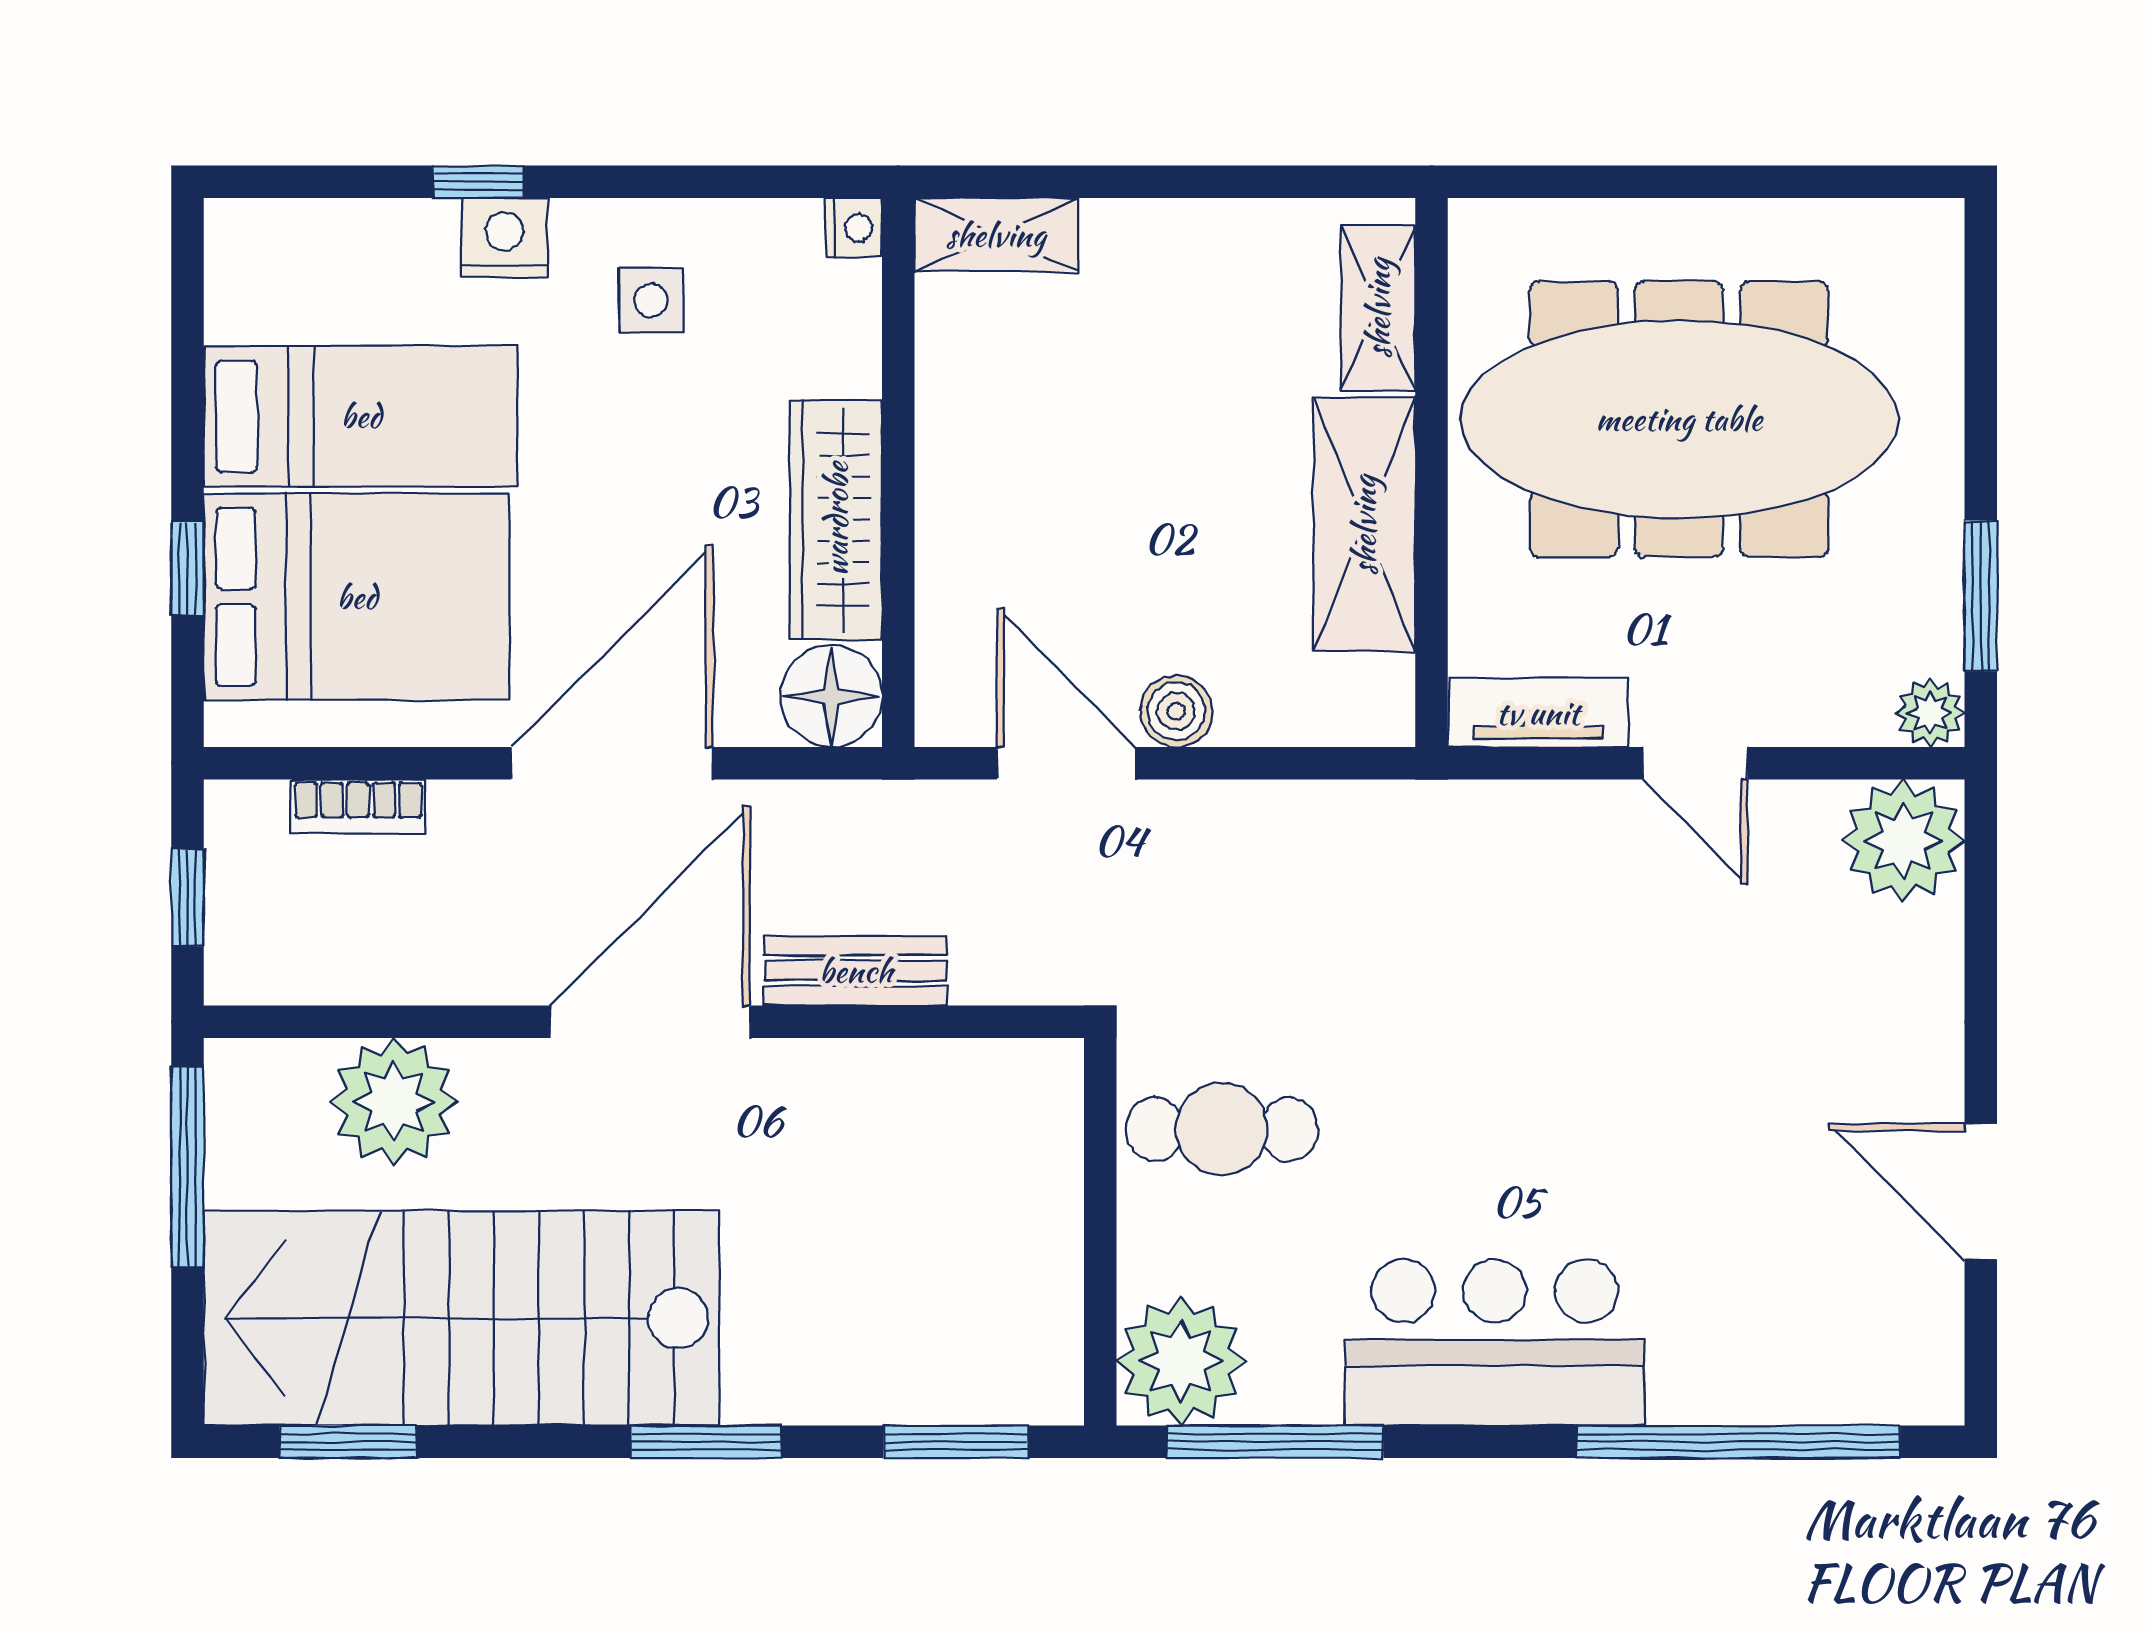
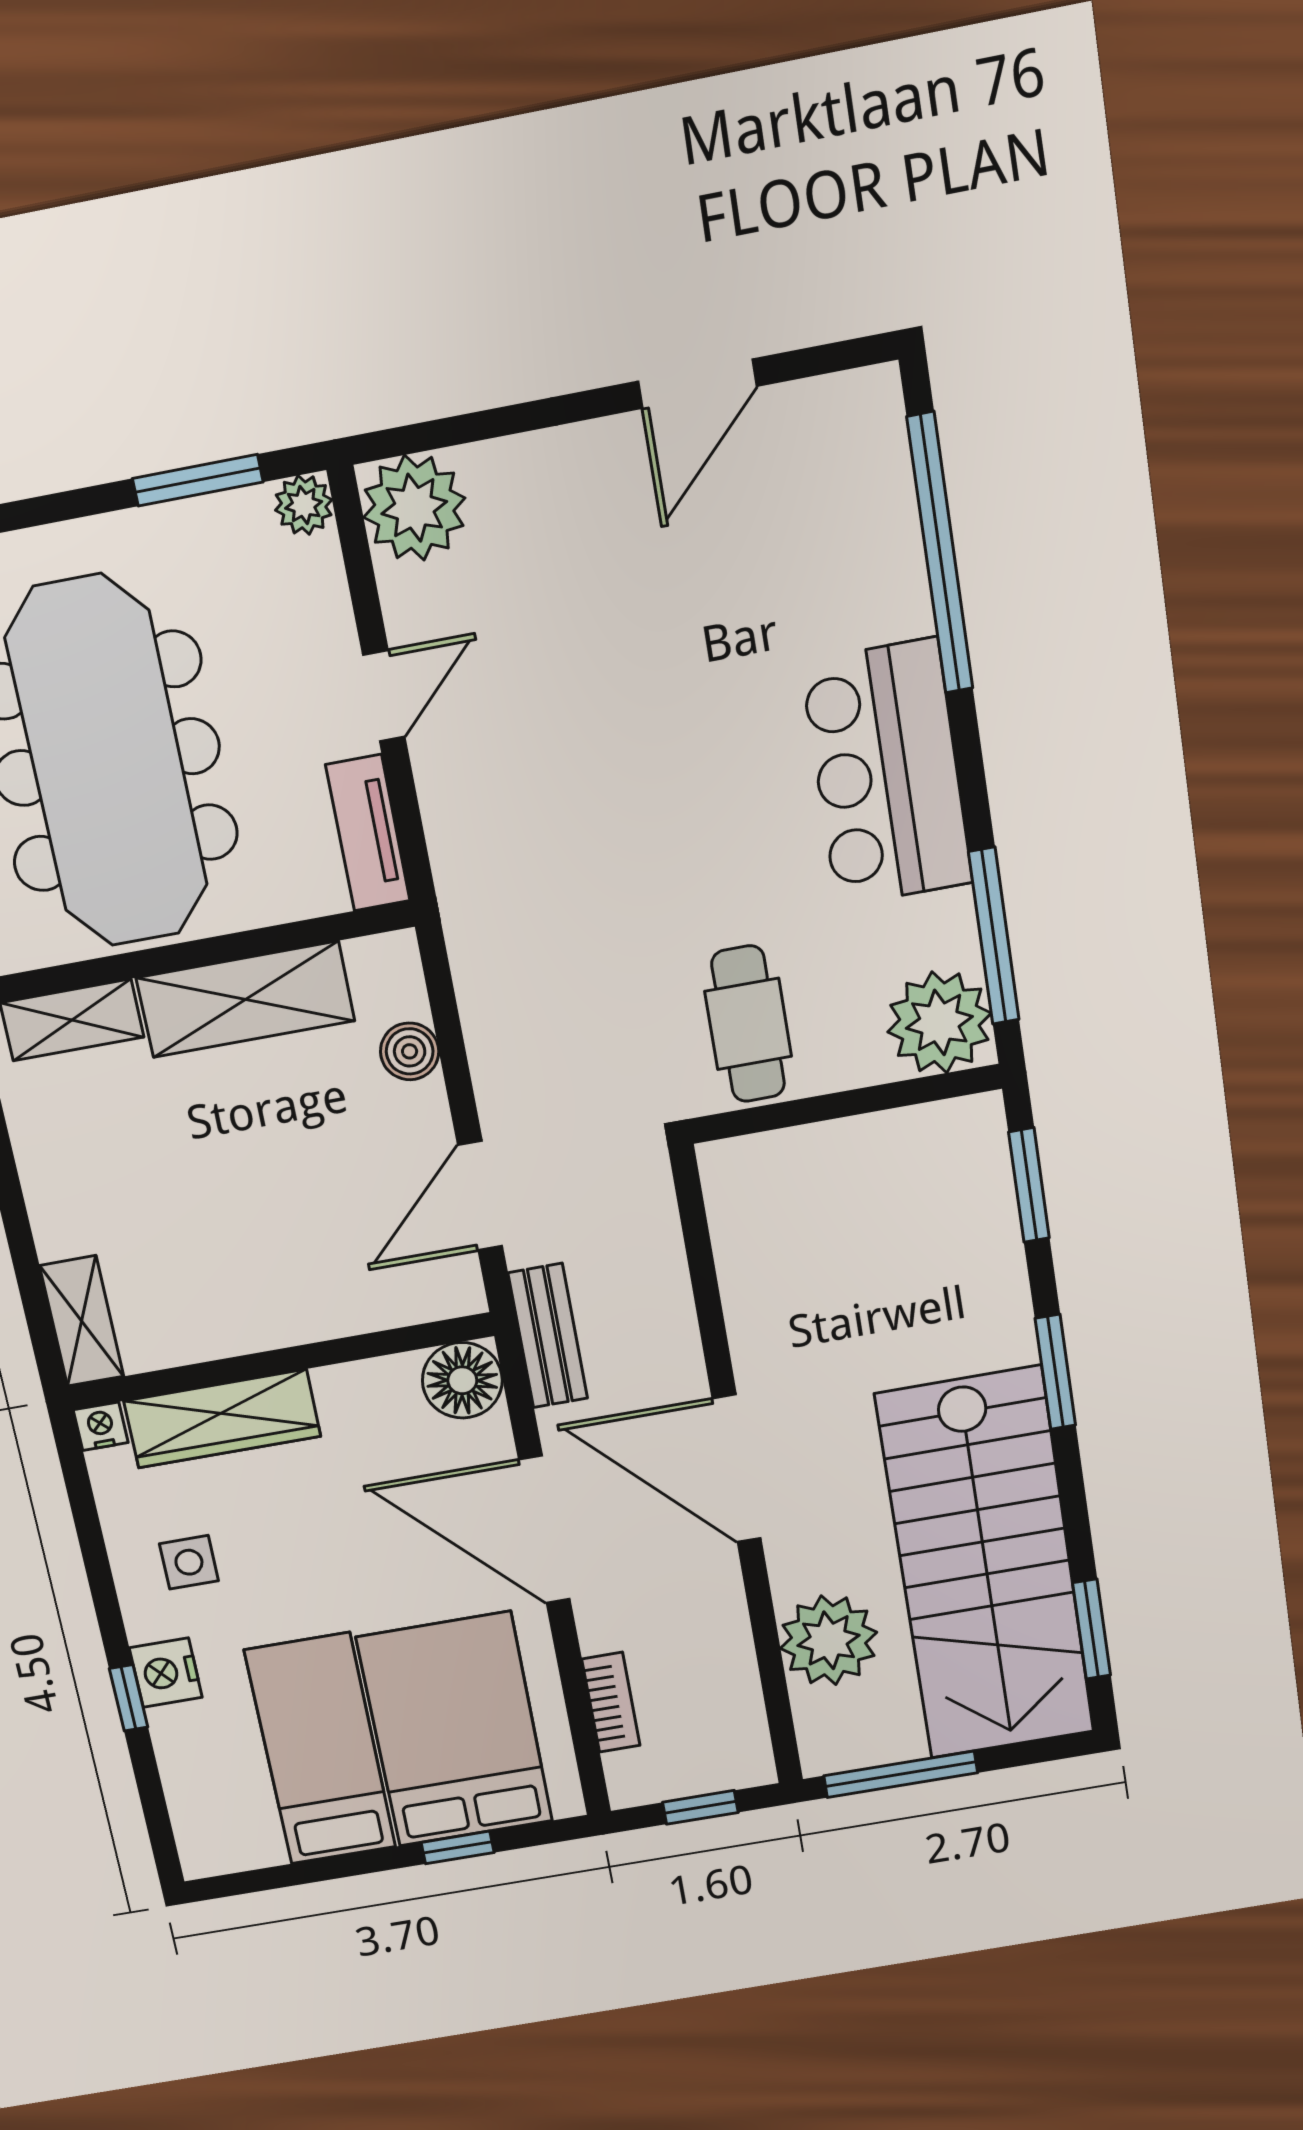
wardrobe: (836, 519) -> (222, 1419), moved
boiler: (1176, 711) -> (410, 1051), moved
bench: (856, 971) -> (548, 1336), moved

